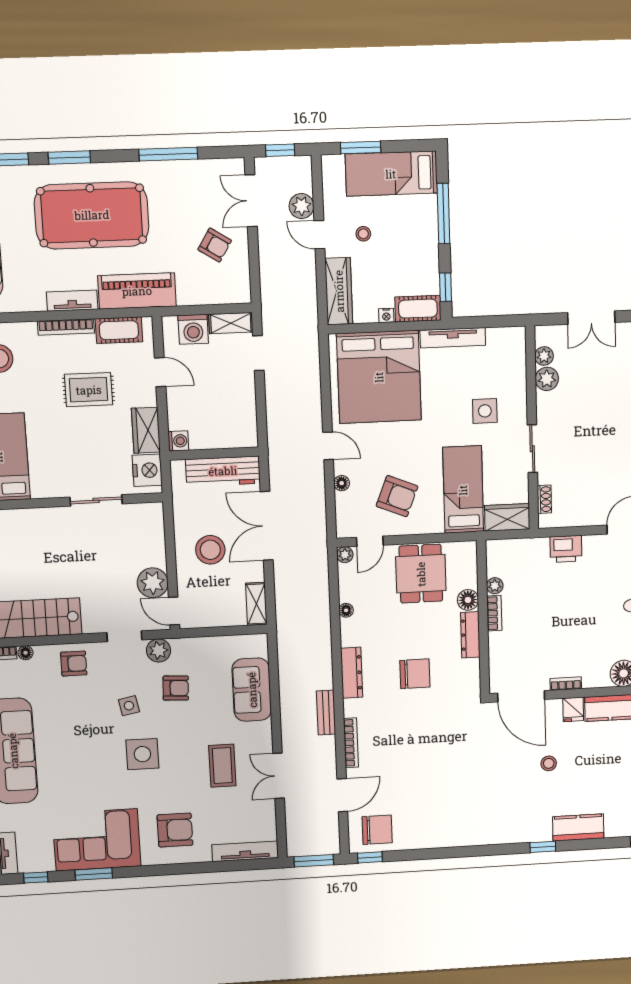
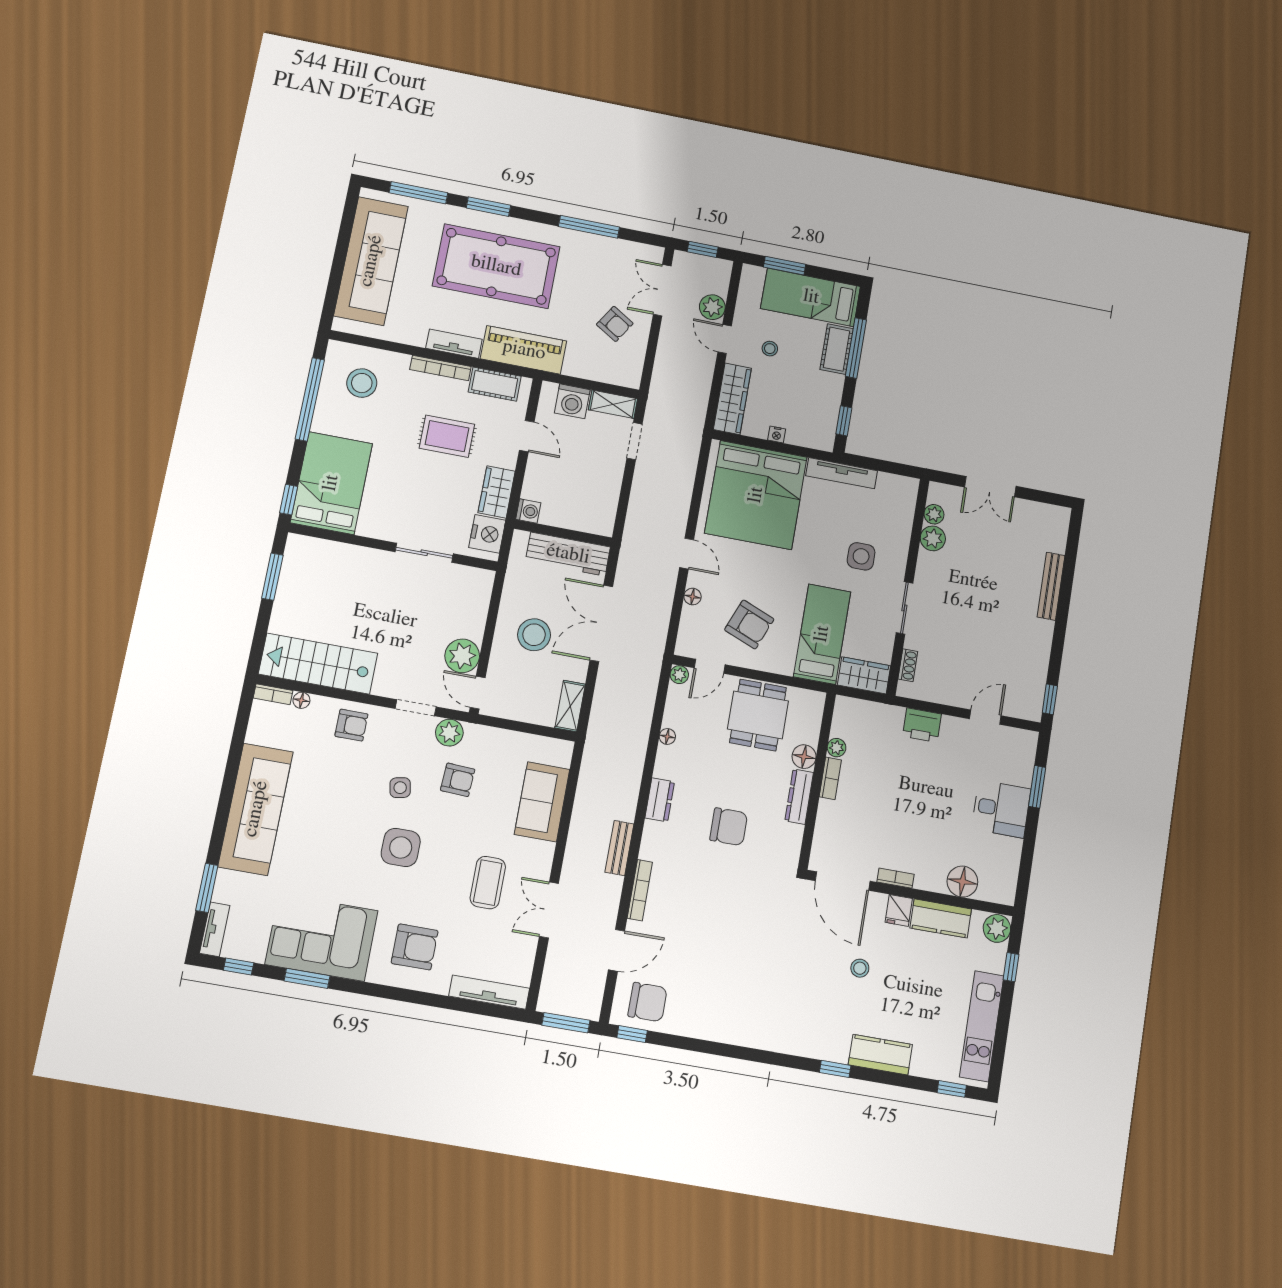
cot: (418, 309) -> (837, 349), moved, turned 90
dresser: (352, 673) -> (660, 800), width x0.70

